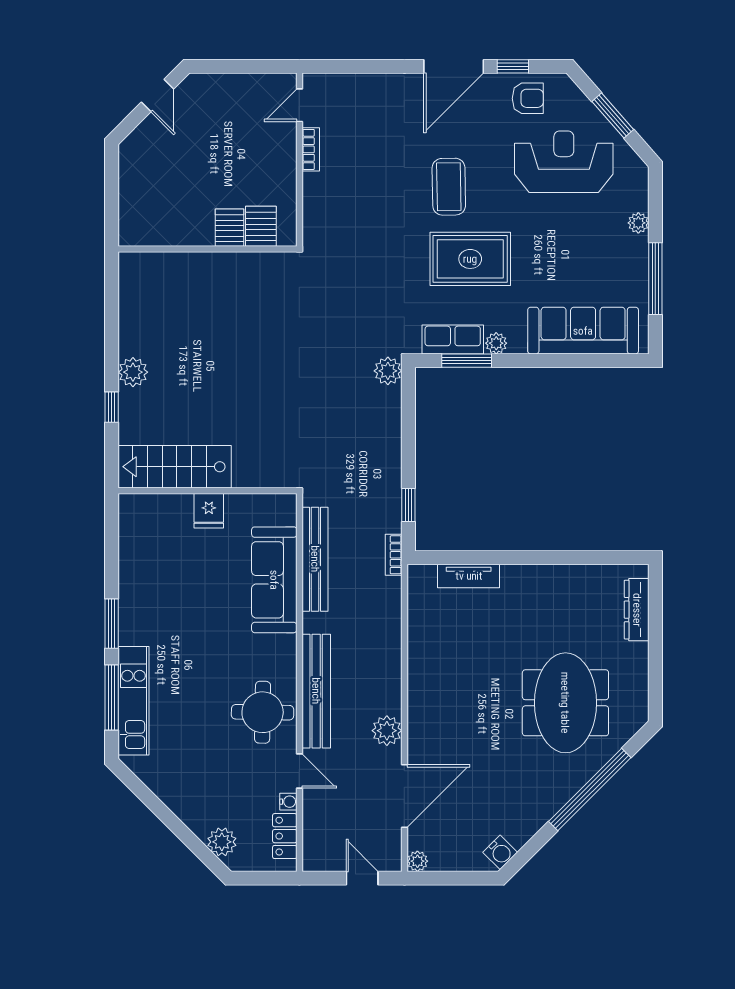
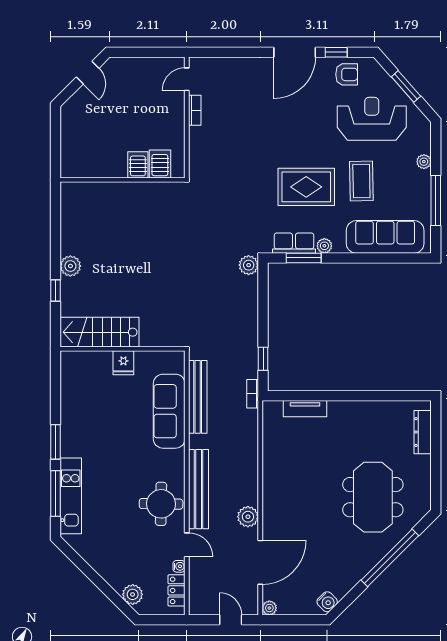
coffee table: (449, 187) -> (361, 181), moved

